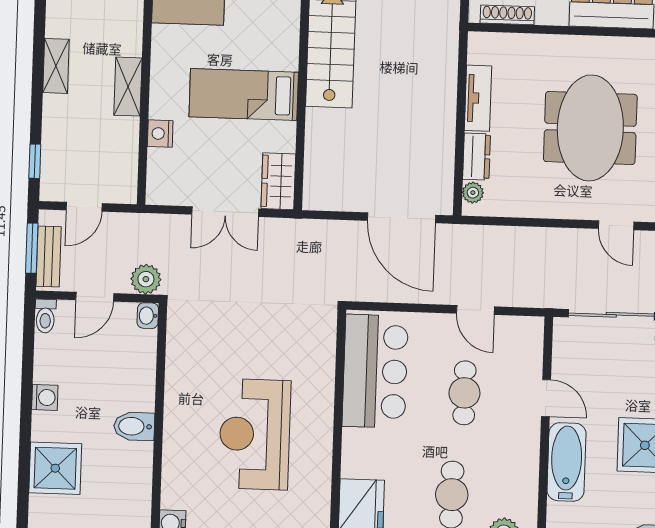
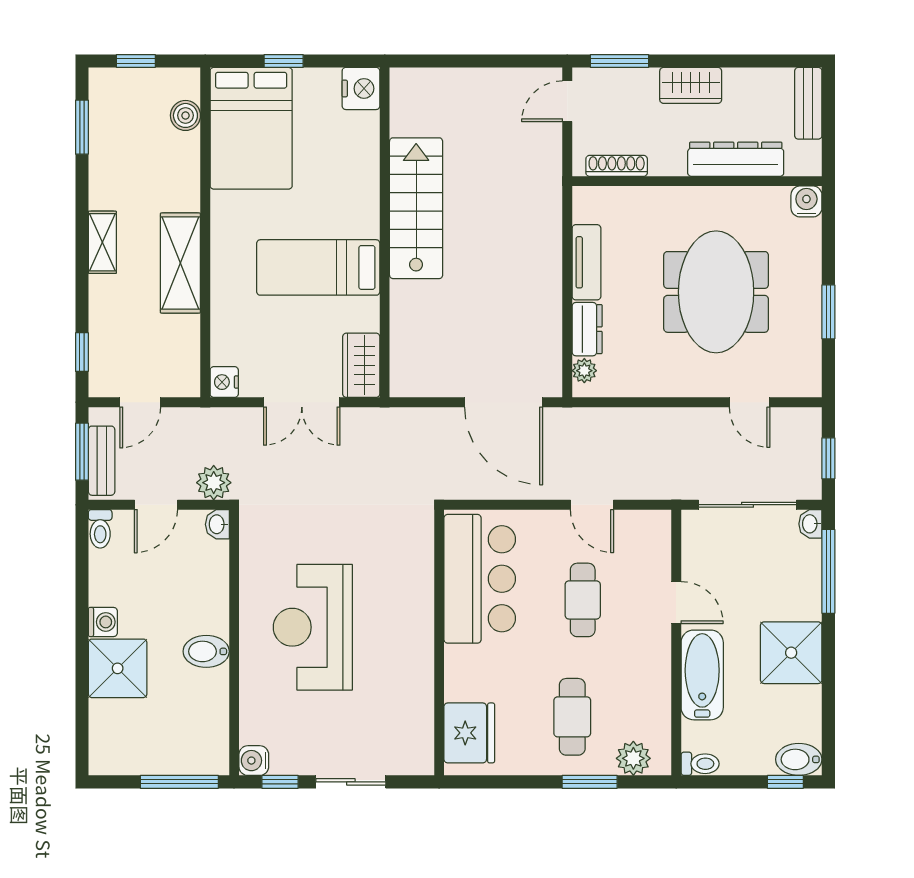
shelving: (128, 87) -> (180, 263), width x1.50, depth x1.33
nightstand: (160, 134) -> (224, 382), moved
reception desk: (255, 434) -> (313, 627), moved
shower: (55, 468) -> (118, 668), moved

